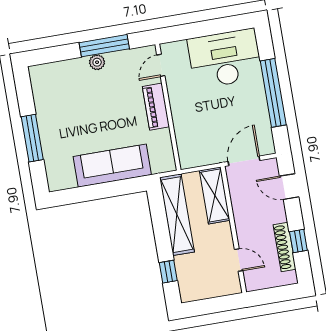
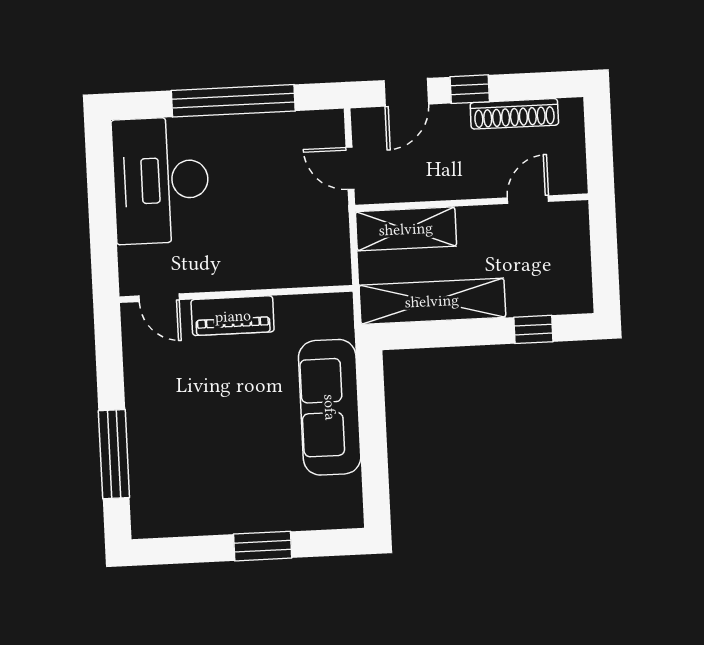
window: (104, 46) -> (114, 454), moved
plant: (97, 62) -> (139, 412), removed
window: (32, 138) -> (263, 546), width x0.69
door: (244, 161) -> (350, 168), width x0.73
window: (298, 241) -> (470, 89), moved

